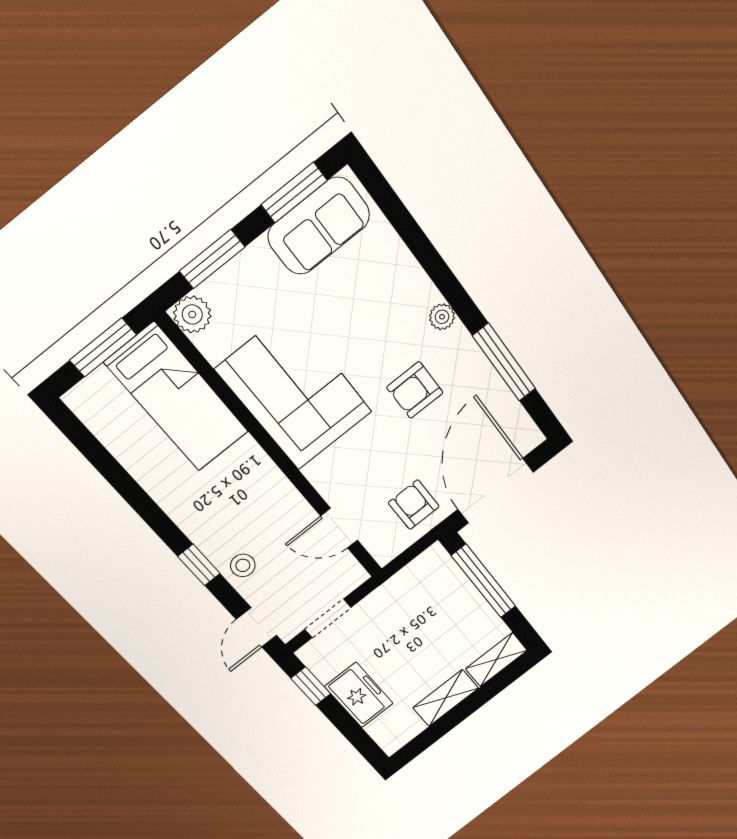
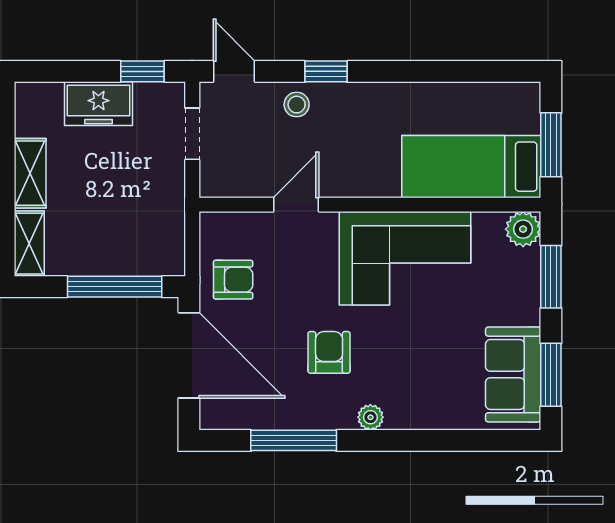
door: (339, 528) -> (296, 205), moved

